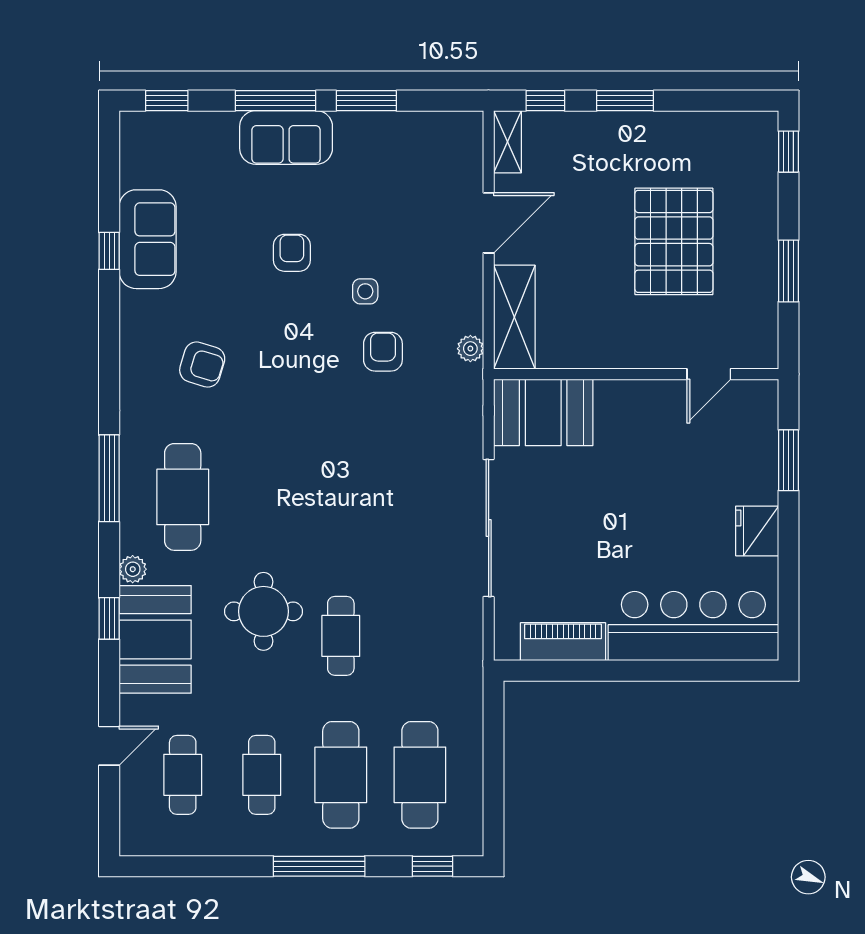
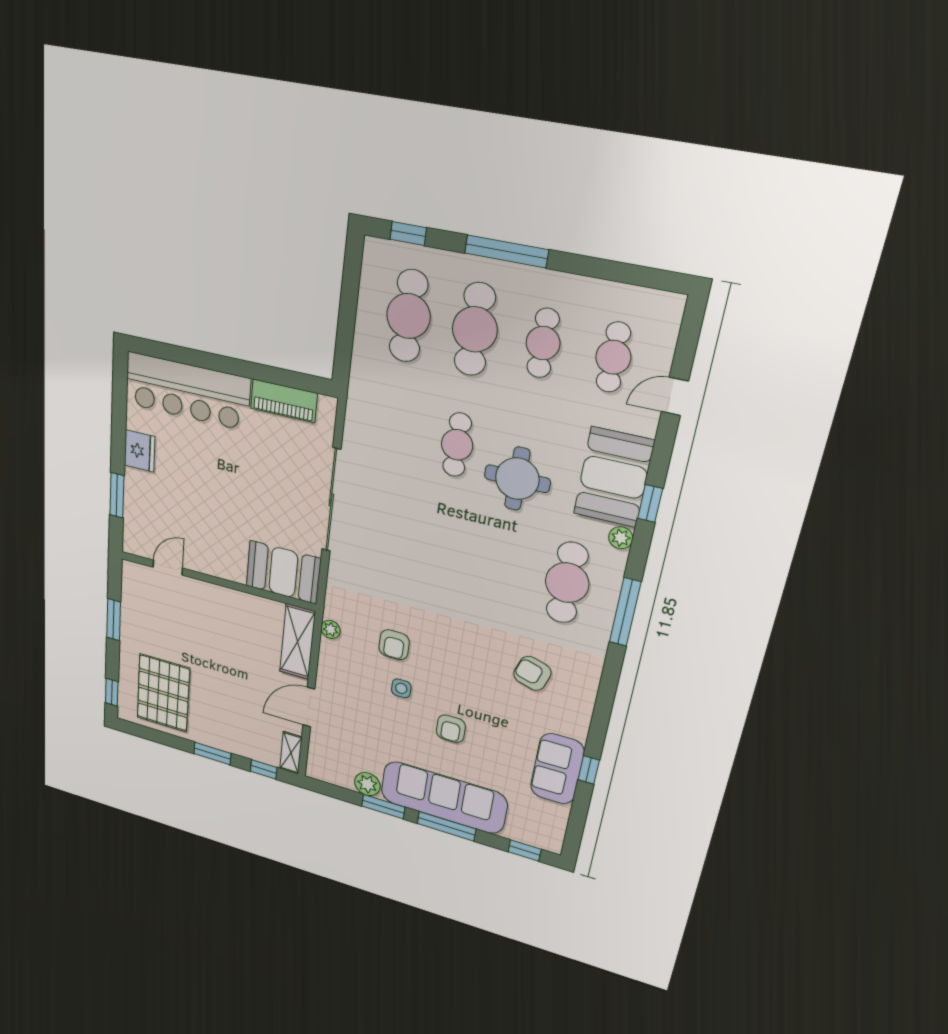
plant: (393, 129) -> (367, 784), added
sofa: (286, 137) -> (444, 797), width x1.85, depth x1.27
pallet: (674, 241) -> (163, 693), moved

